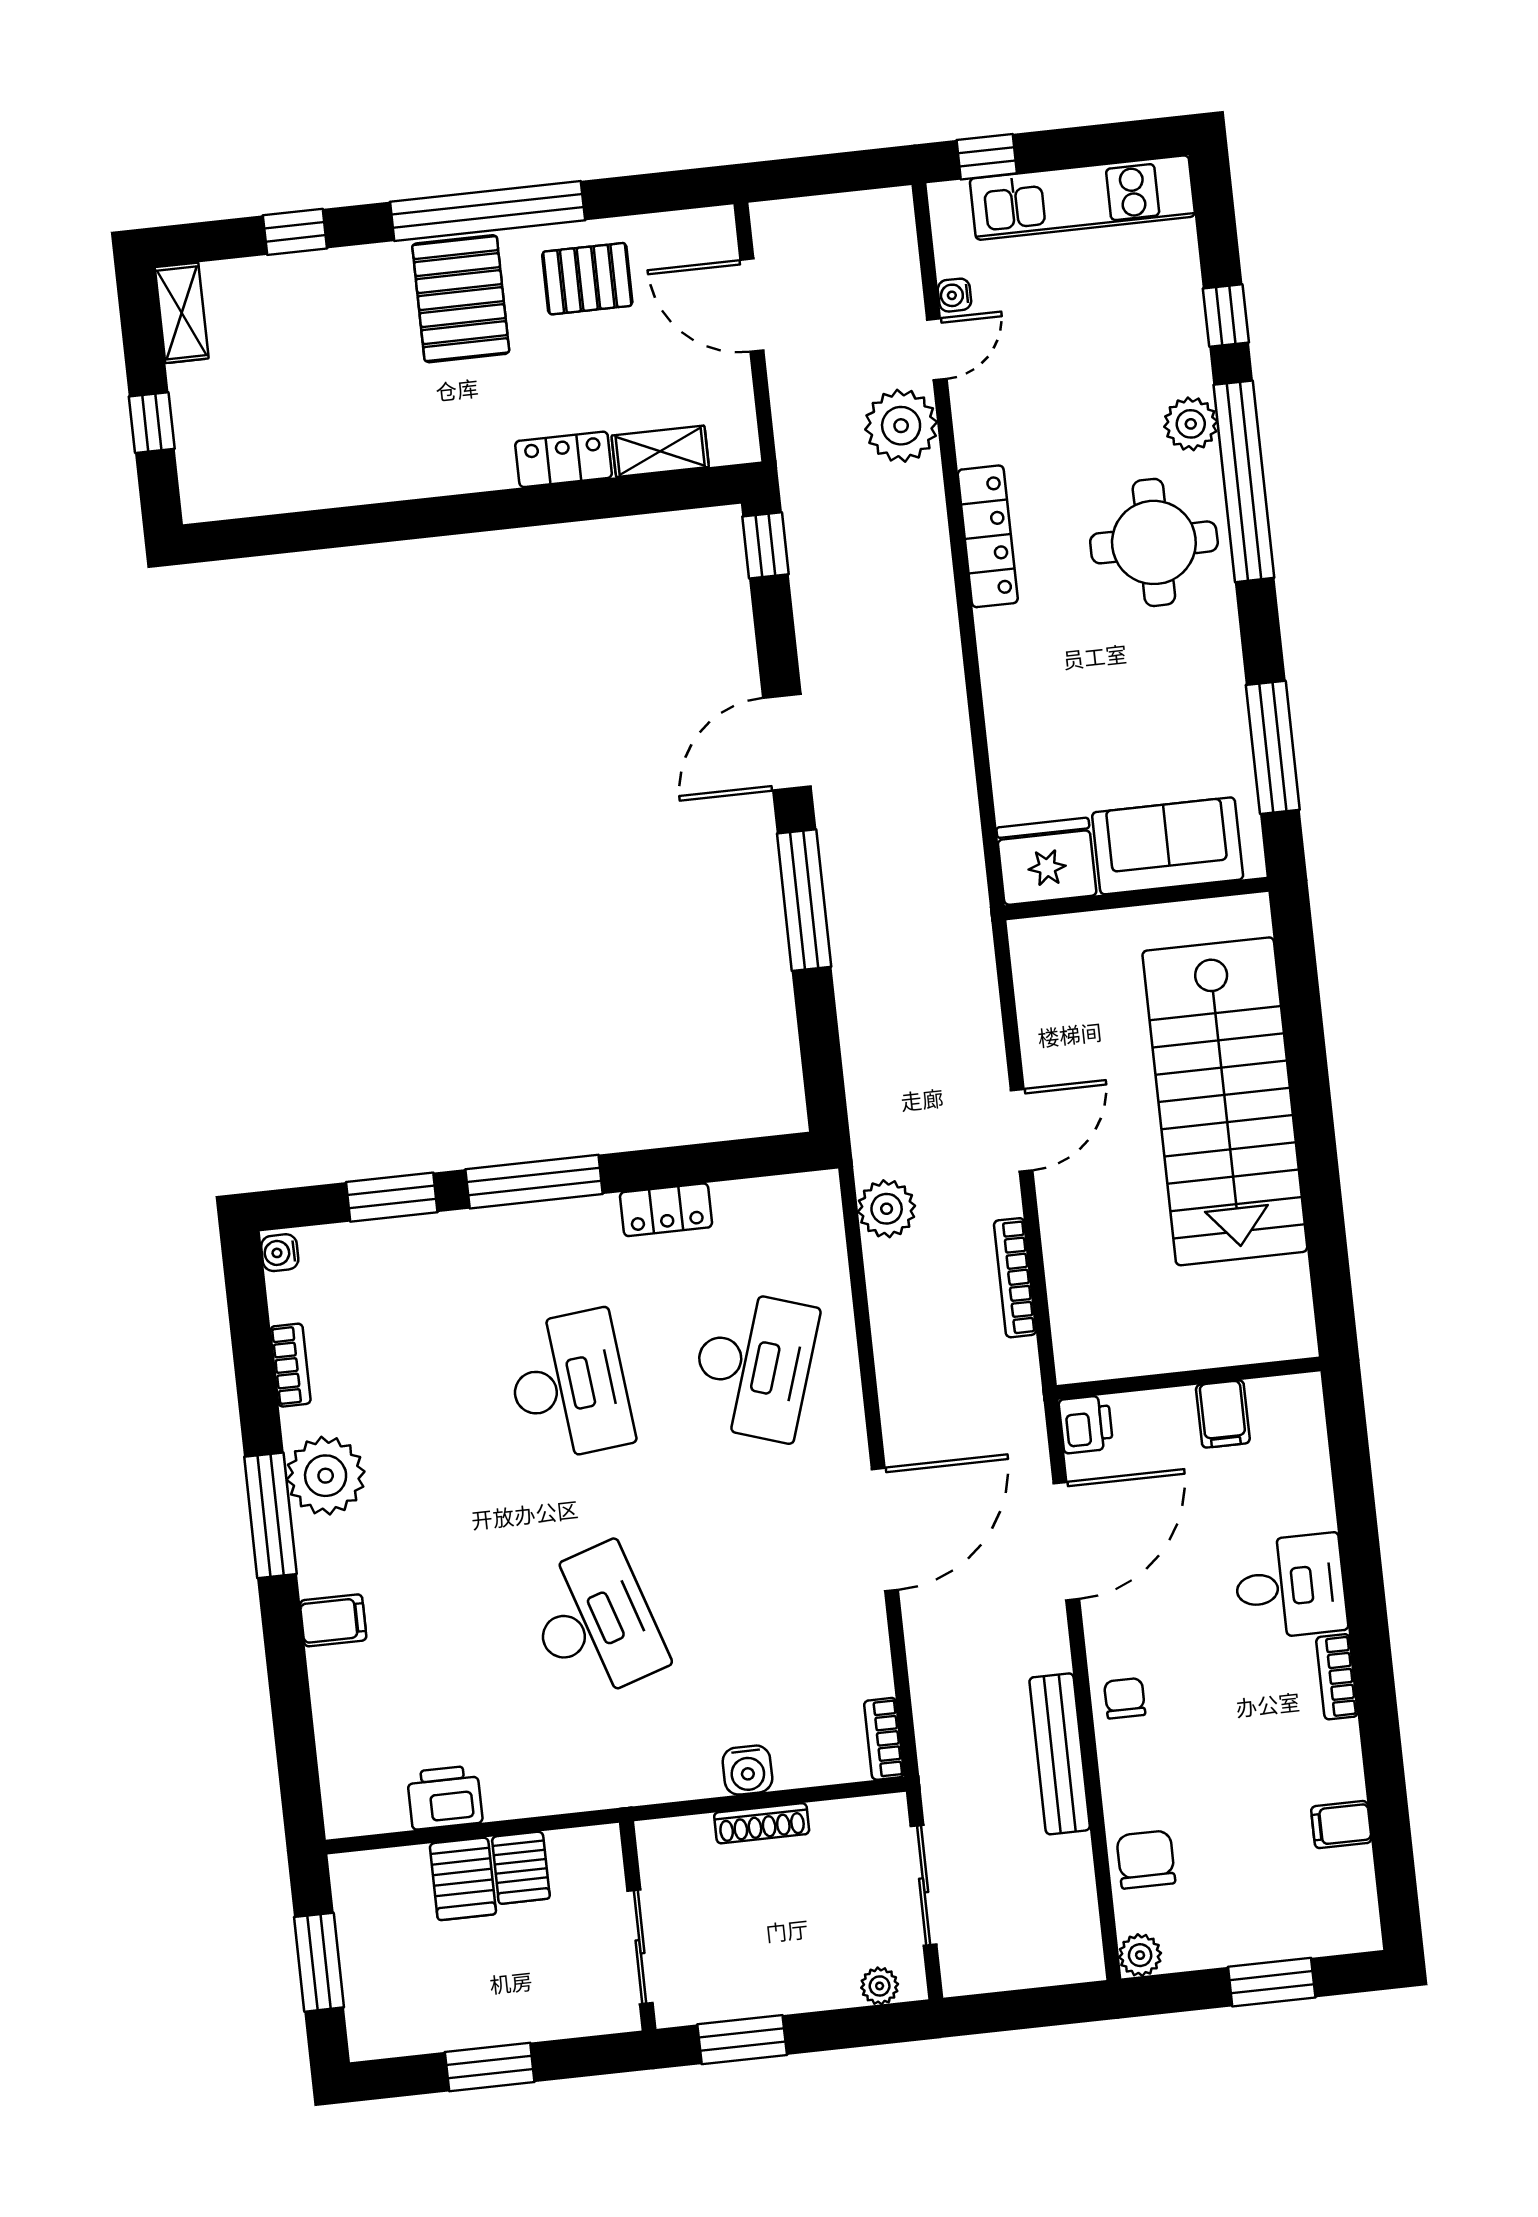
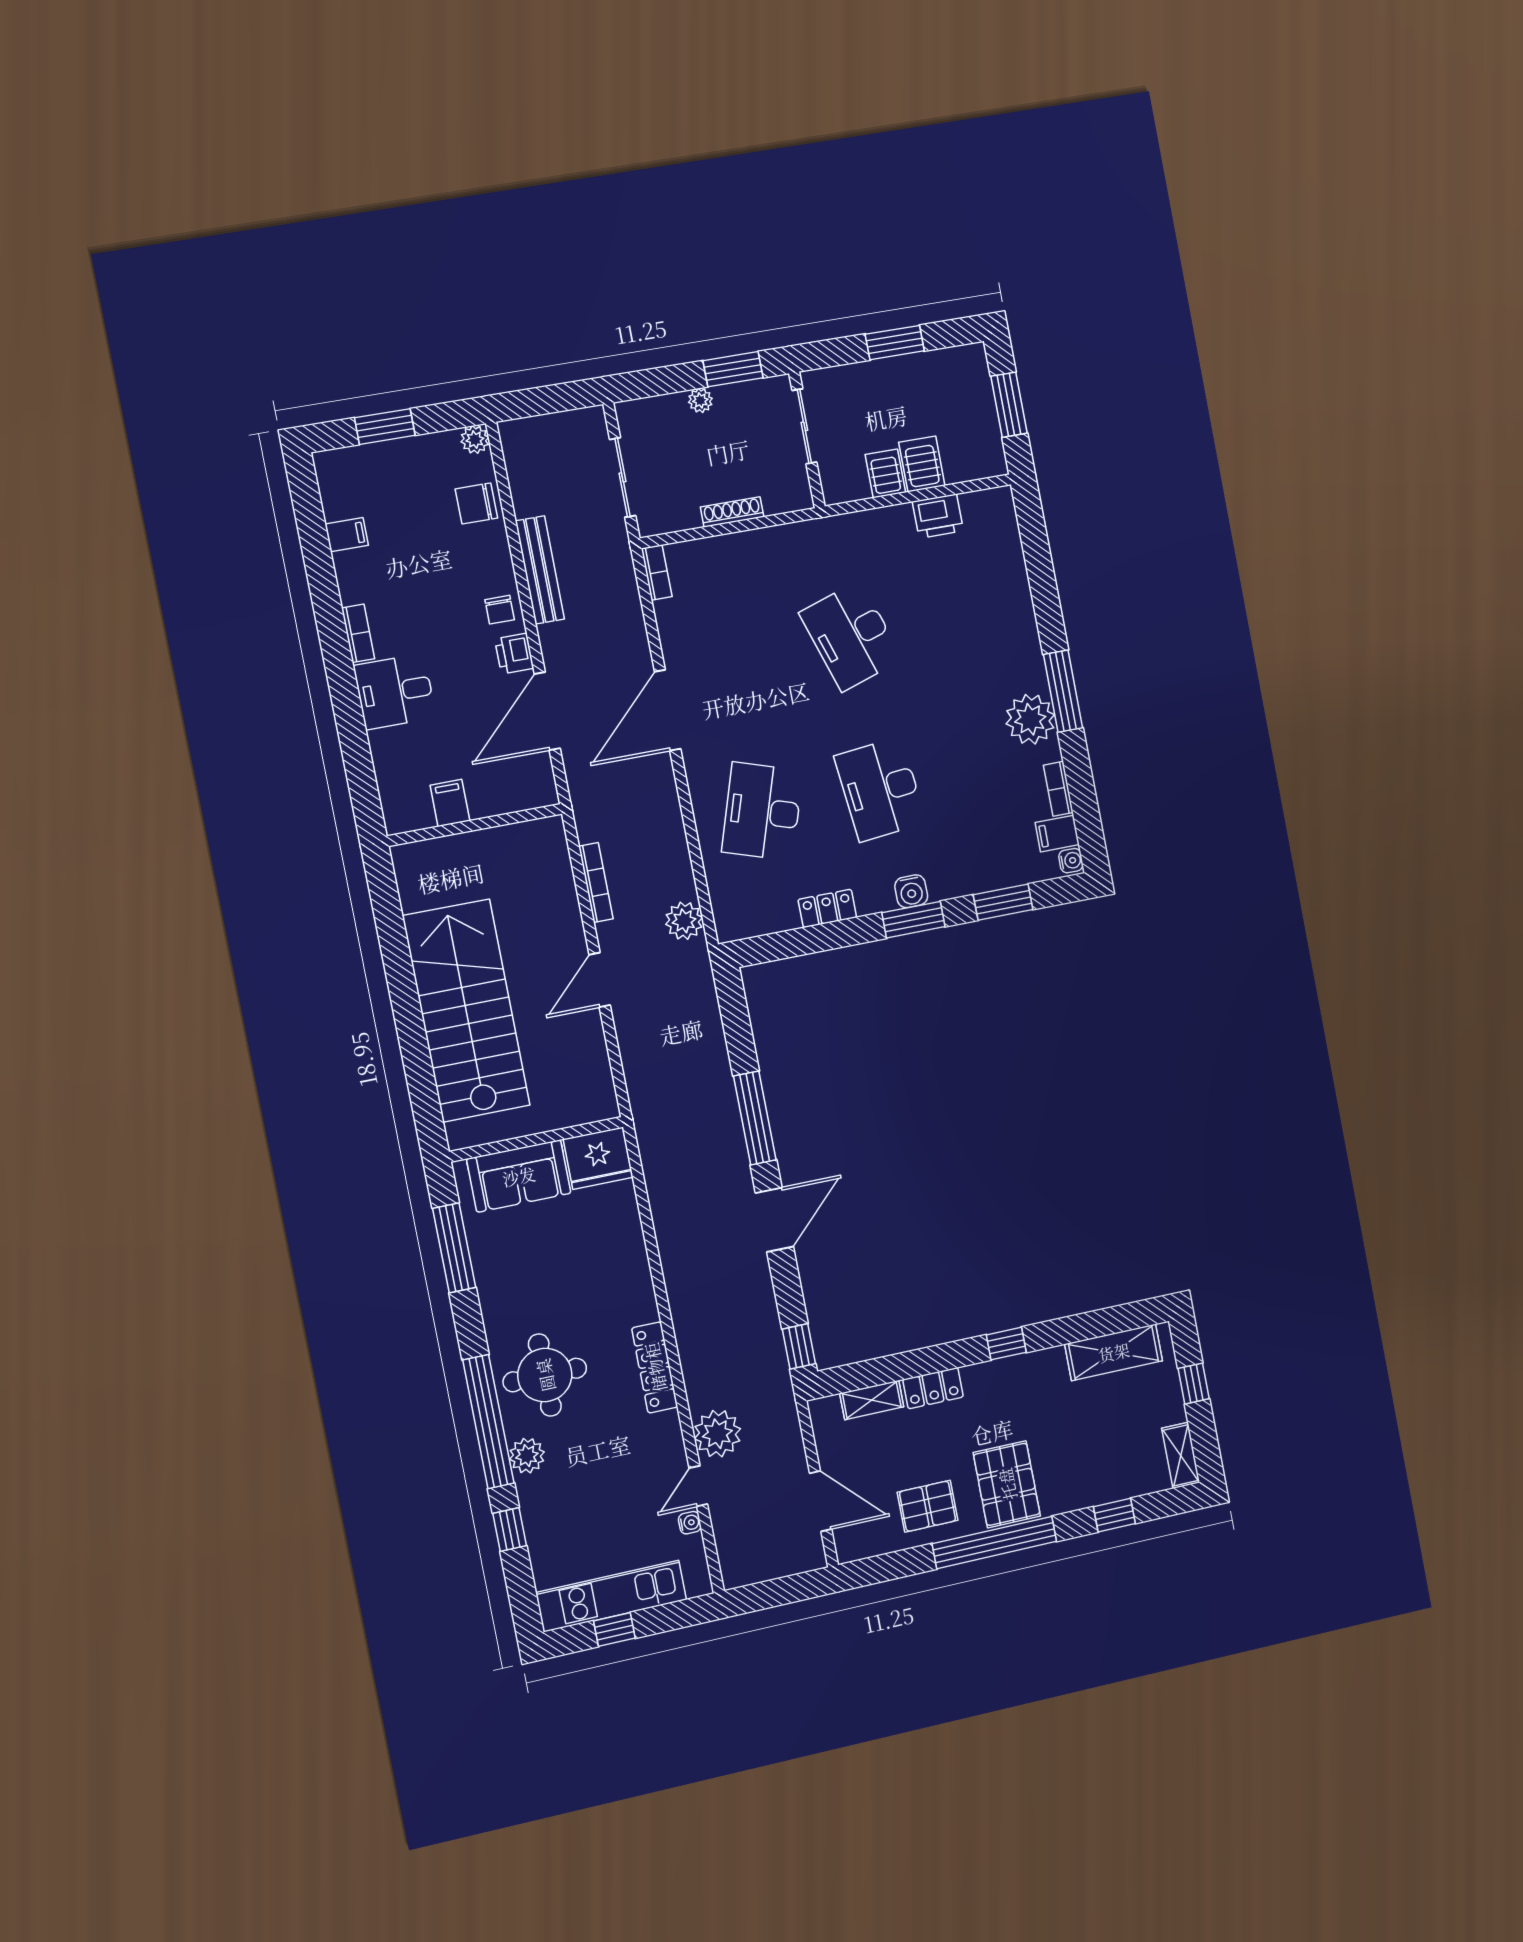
window: (987, 157) -> (614, 1629), moved
shelving: (275, 485) -> (1114, 1352), added
window: (443, 516) -> (1006, 1344), added
window: (534, 1182) -> (913, 920), width x0.69
printer: (1086, 1424) -> (514, 654), moved
filing cabinet: (333, 1620) -> (1057, 834), moved
water cooler: (747, 1770) -> (911, 891), moved, turned 180
chair: (1146, 1859) -> (476, 503), turned 90
plant: (880, 1986) -> (700, 400), moved

